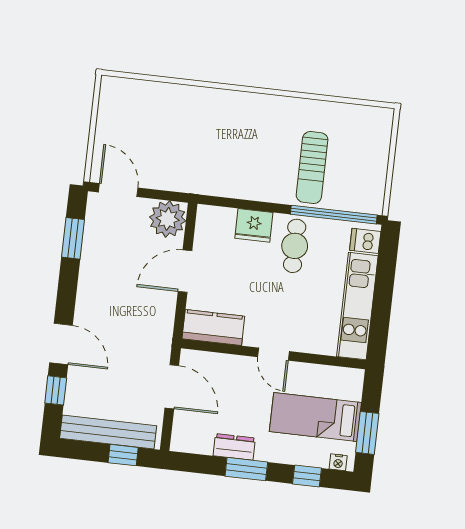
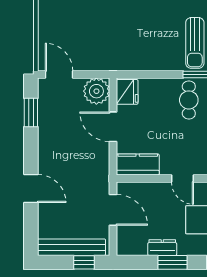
fridge: (254, 225) -> (127, 92), moved, turned -90
door: (185, 271) -> (113, 127), hinge flipped
window: (56, 390) -> (31, 222), removed

